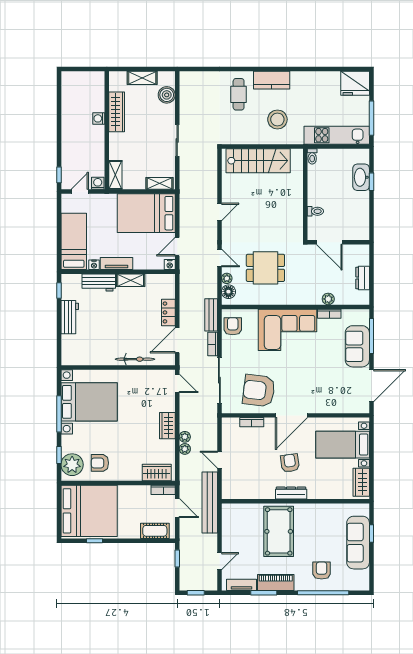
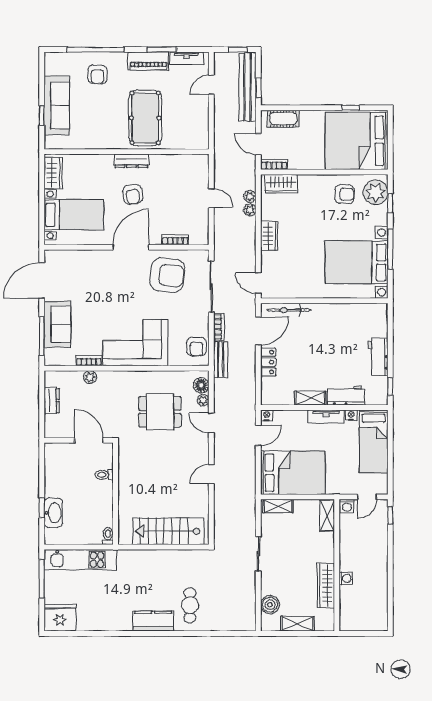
stool: (277, 119) -> (147, 577), removed
bicycle: (135, 359) -> (289, 310), moved
plant: (185, 437) -> (250, 196), moved
bench: (210, 503) -> (248, 87), moved

